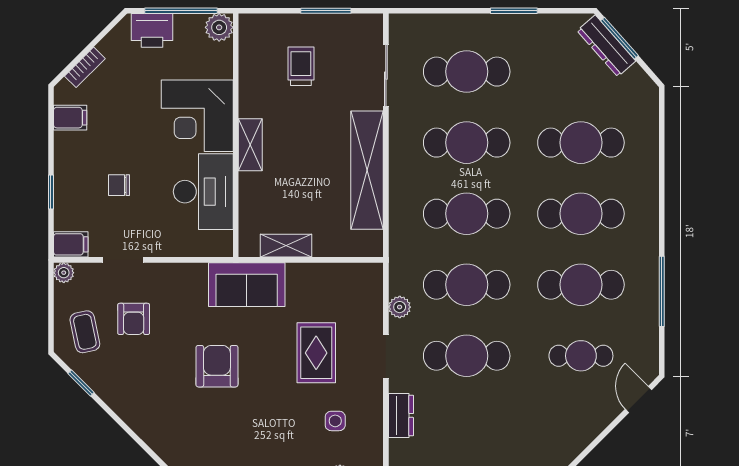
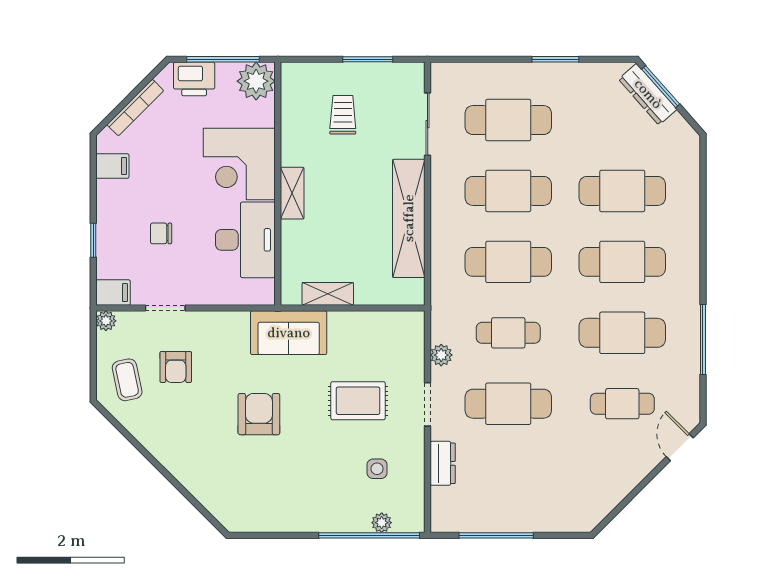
plant: (219, 27) -> (256, 81), width x1.36, depth x1.36
bookcase: (85, 67) -> (135, 108), width x1.56
cafe table: (467, 285) -> (508, 333), width x0.73, depth x0.74
rug: (316, 353) -> (358, 401), turned 90
window: (81, 383) -> (123, 431), removed

